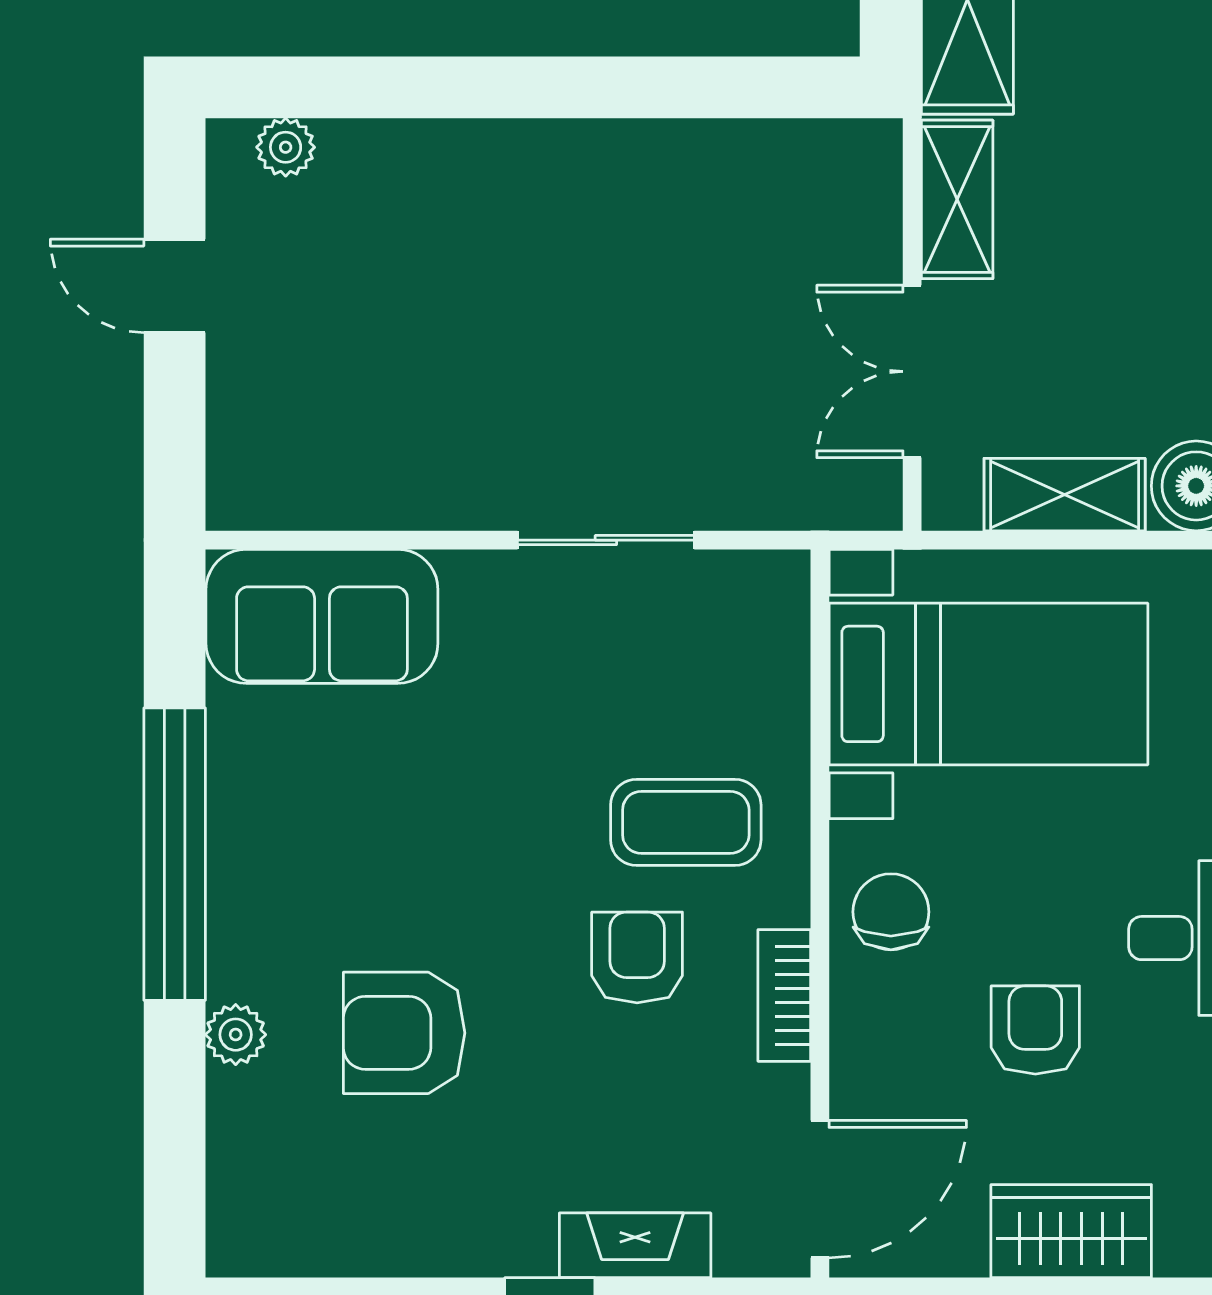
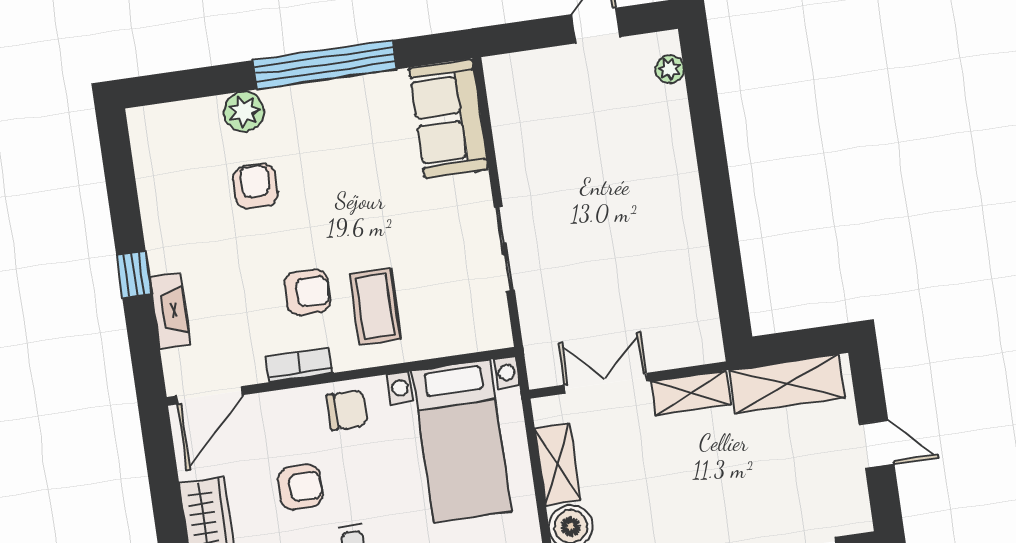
armchair: (404, 1033) -> (255, 186), width x0.72, depth x0.72
plant: (236, 1035) -> (244, 112), width x1.38, depth x1.38
door: (820, 1189) -> (209, 395), hinge flipped

